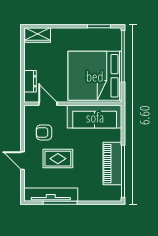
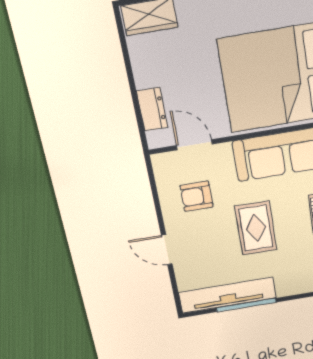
rug: (58, 159) -> (256, 228), moved, turned 90

